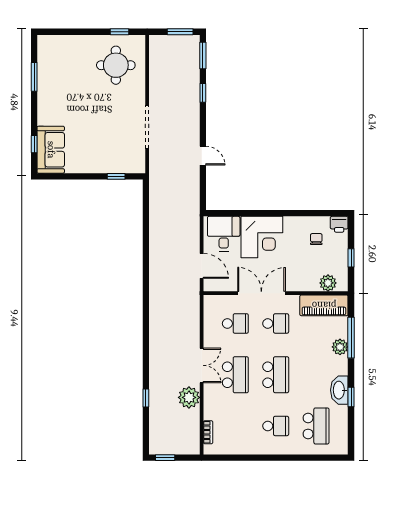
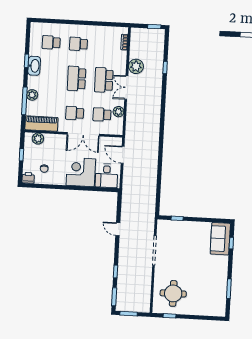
plant: (211, 329) -> (118, 112), added
school desk: (316, 426) -> (51, 42), width x0.54

